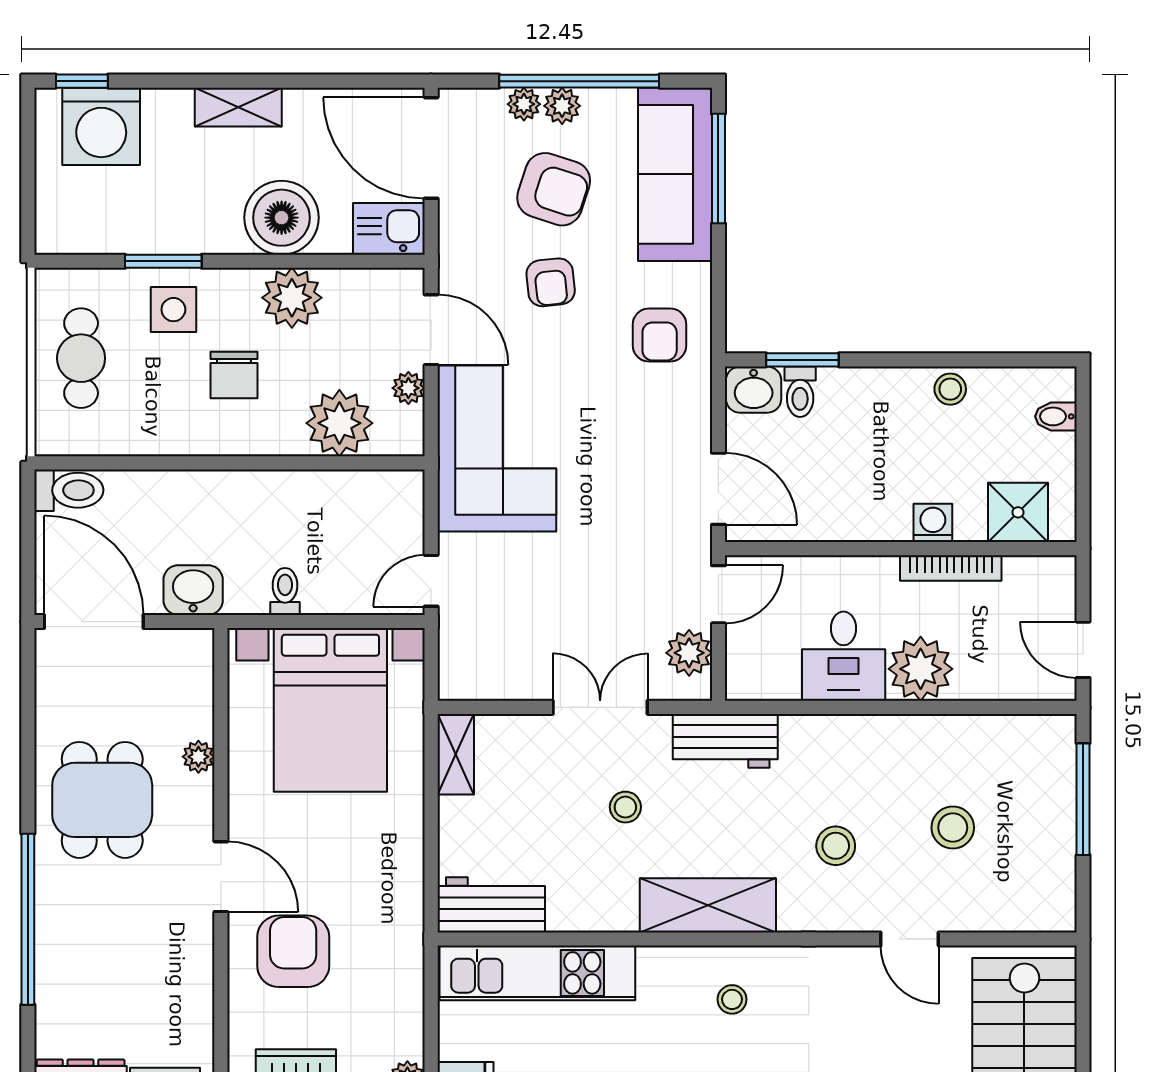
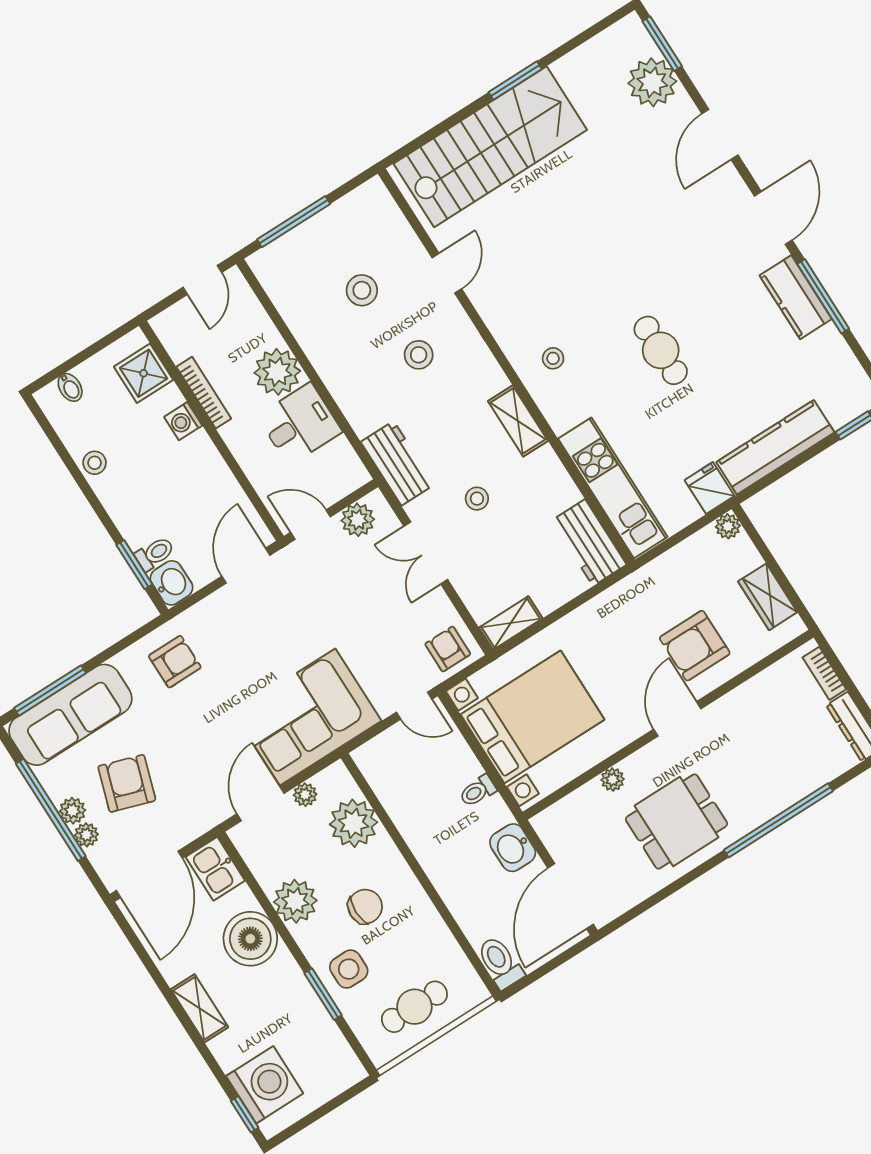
armchair: (551, 282) -> (448, 649), moved, turned -84
shelving: (708, 905) -> (518, 421), width x0.67, depth x0.75

